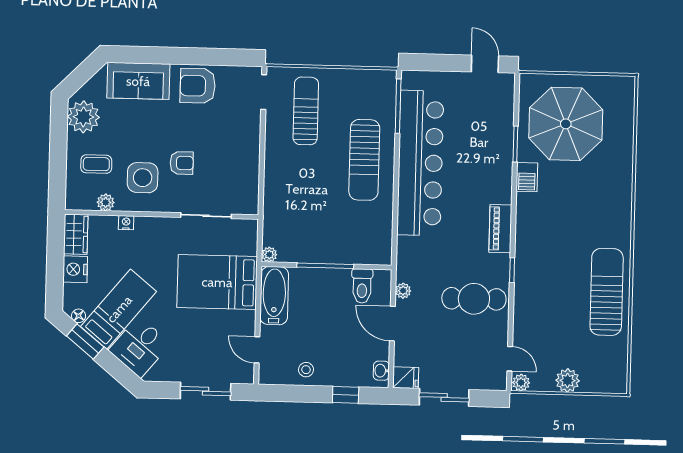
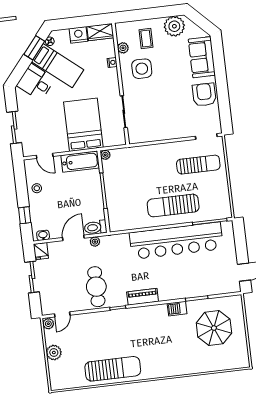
parasol: (566, 124) -> (214, 328), width x0.73, depth x0.73
armchair: (182, 163) -> (155, 92), removed
toilet: (362, 286) -> (96, 227), moved
door: (257, 350) -> (45, 156), swing flipped

